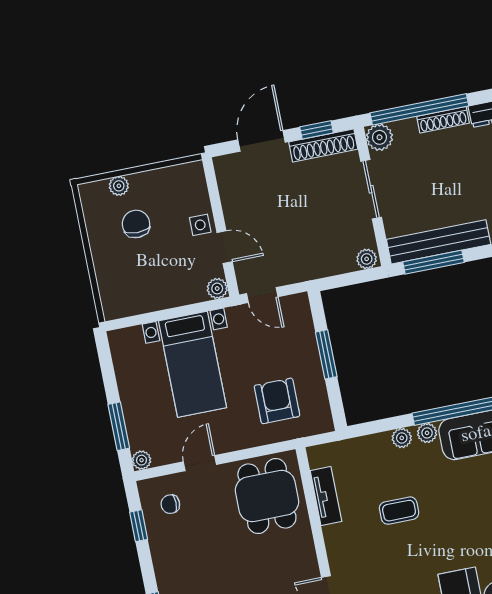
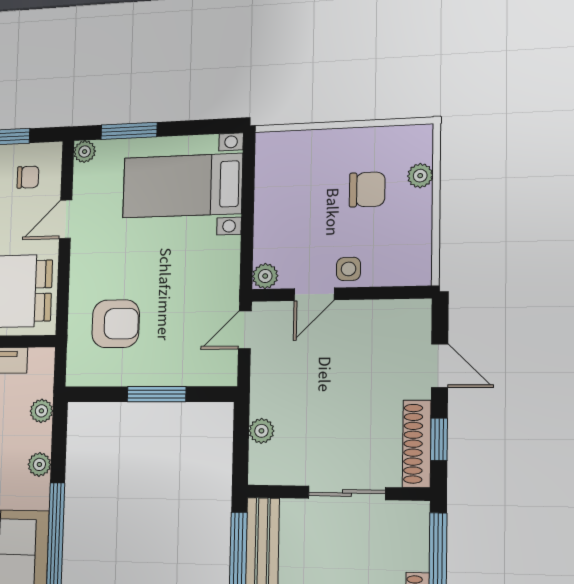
plant: (379, 137) -> (412, 518), removed
door: (261, 141) -> (440, 366), width x0.73
plant: (367, 259) -> (261, 431), moved
bed with nightstands: (193, 364) -> (182, 186), moved
plant: (427, 433) -> (41, 411), moved
door: (200, 463) -> (66, 219), swing flipped
chair: (170, 504) -> (28, 177), turned 90

